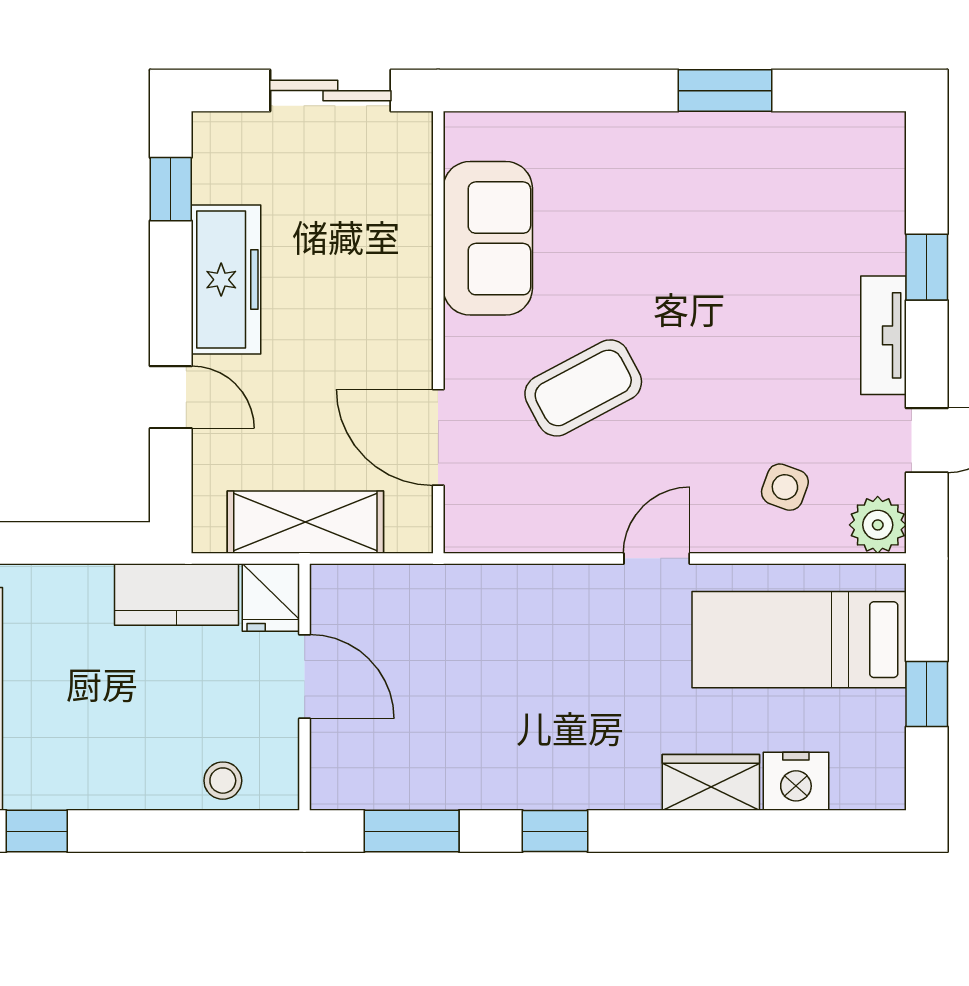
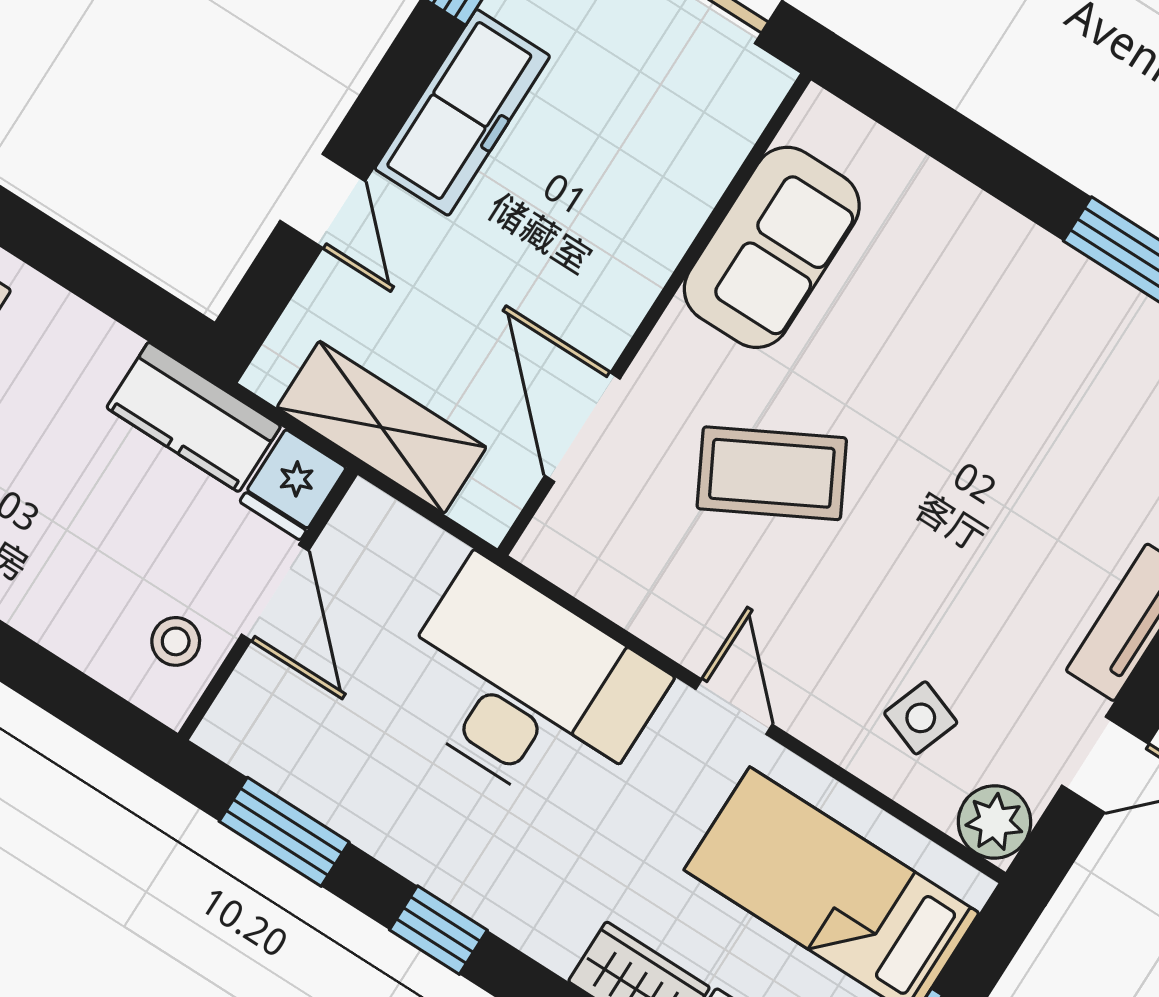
door: (657, 558) -> (734, 707), hinge flipped
desk: (511, 634) -> (526, 689), added
stool: (223, 781) -> (176, 641), moved

